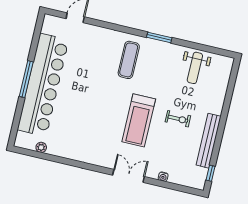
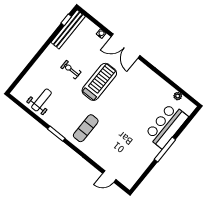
bar counter: (43, 85) -> (166, 126), width x0.54
bench: (209, 141) -> (68, 29), moved
double door: (129, 176) -> (125, 46), width x1.37

